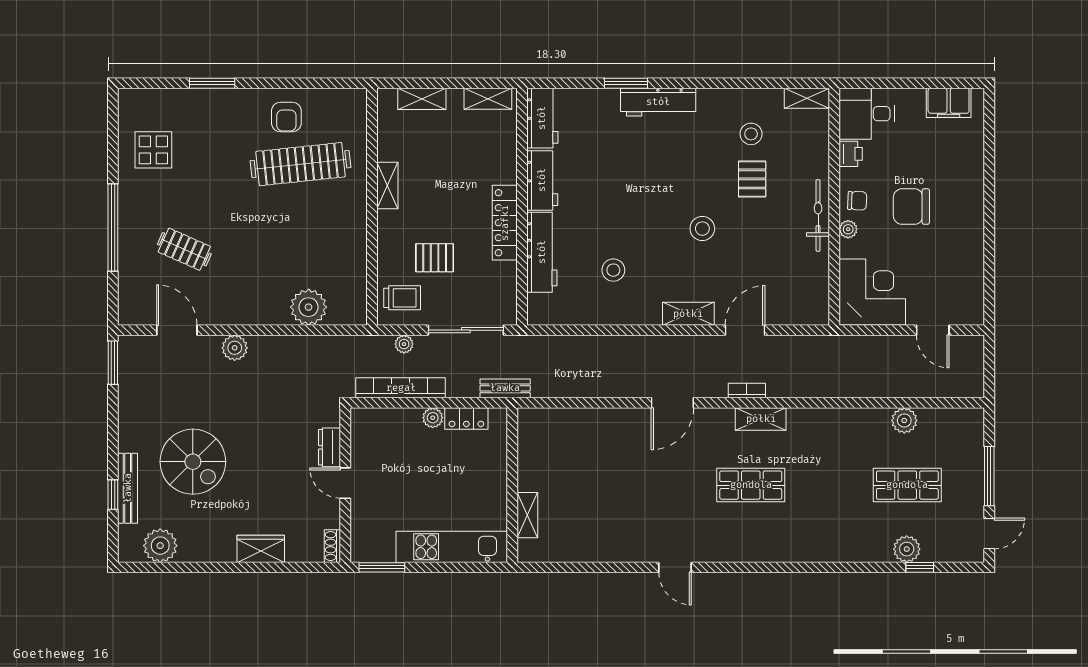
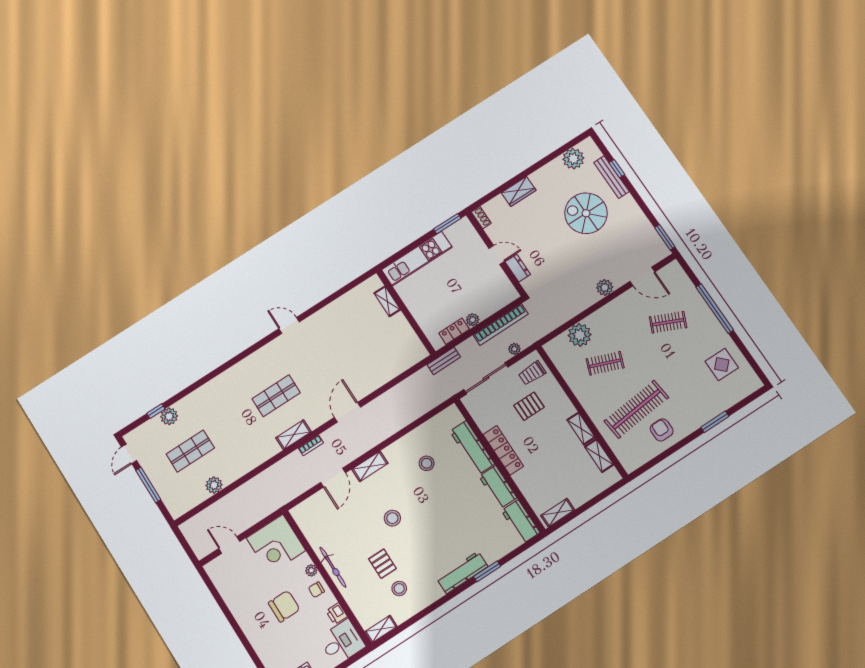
shelving: (422, 99) -> (599, 456), moved, turned 90
clothes rail: (300, 249) -> (605, 363), added

